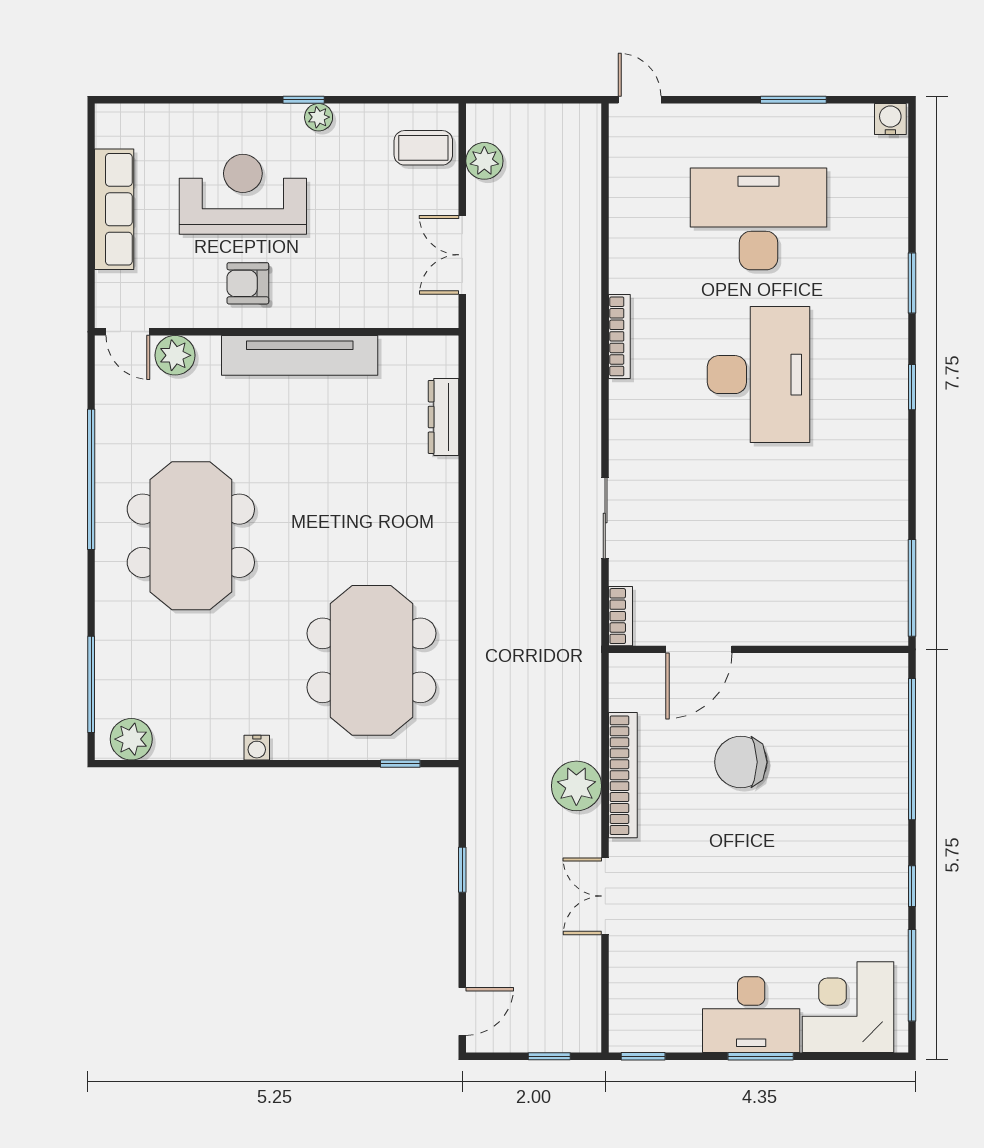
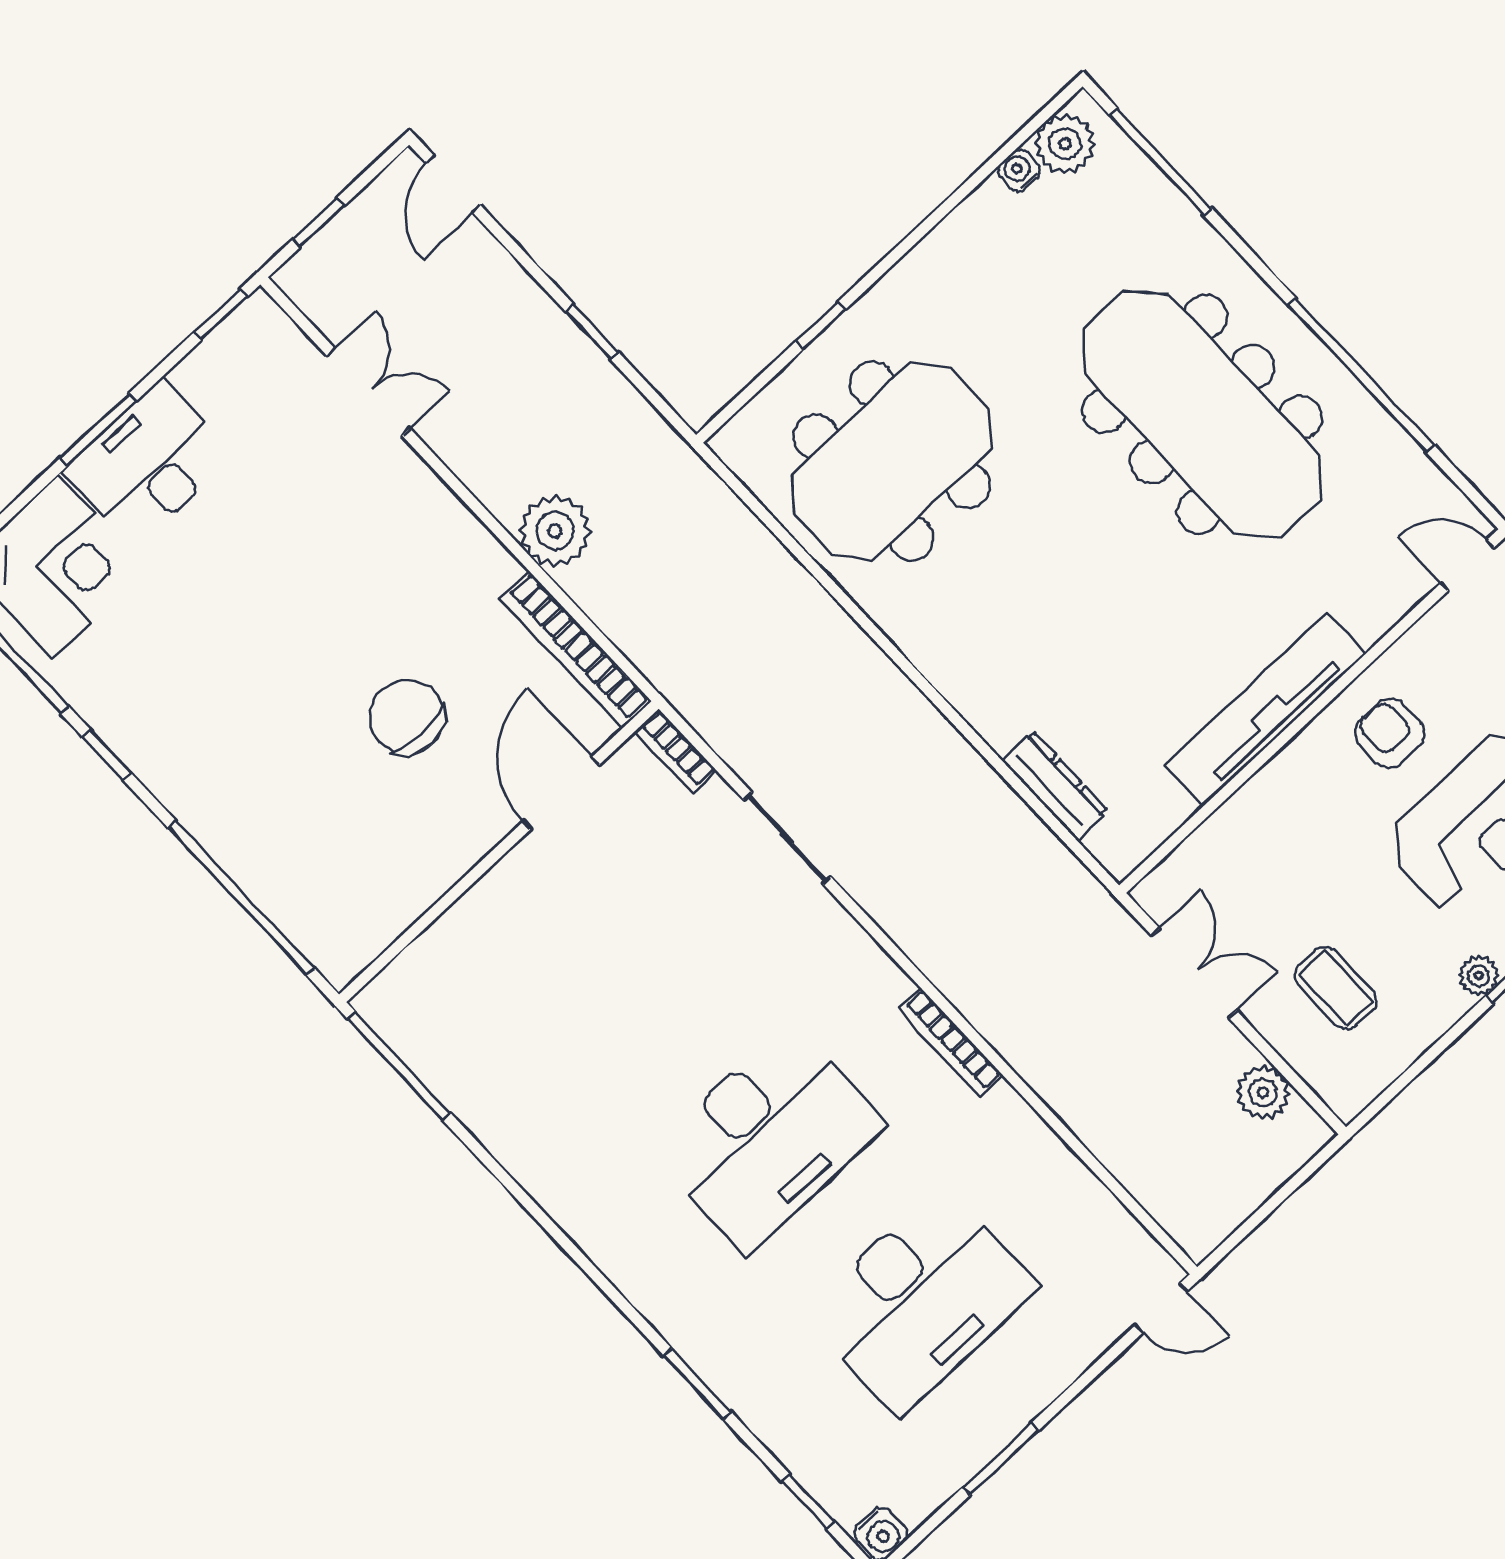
coffee table: (423, 148) -> (1336, 988), moved, turned 90
armchair: (248, 283) -> (1390, 733), turned -90
plant: (175, 355) -> (1395, 587), removed
desk: (759, 375) -> (768, 1138), turned -90
window: (912, 387) -> (808, 1502), moved
meeting table: (191, 536) -> (1202, 414), width x1.36
meeting table: (372, 660) -> (892, 461), turned 90
water cooler: (257, 748) -> (1019, 171), moved
chair: (741, 762) -> (407, 717), turned -90
window: (400, 764) -> (821, 325), moved
bookcase: (623, 775) -> (575, 650), moved
double door: (605, 896) -> (369, 392), moved

